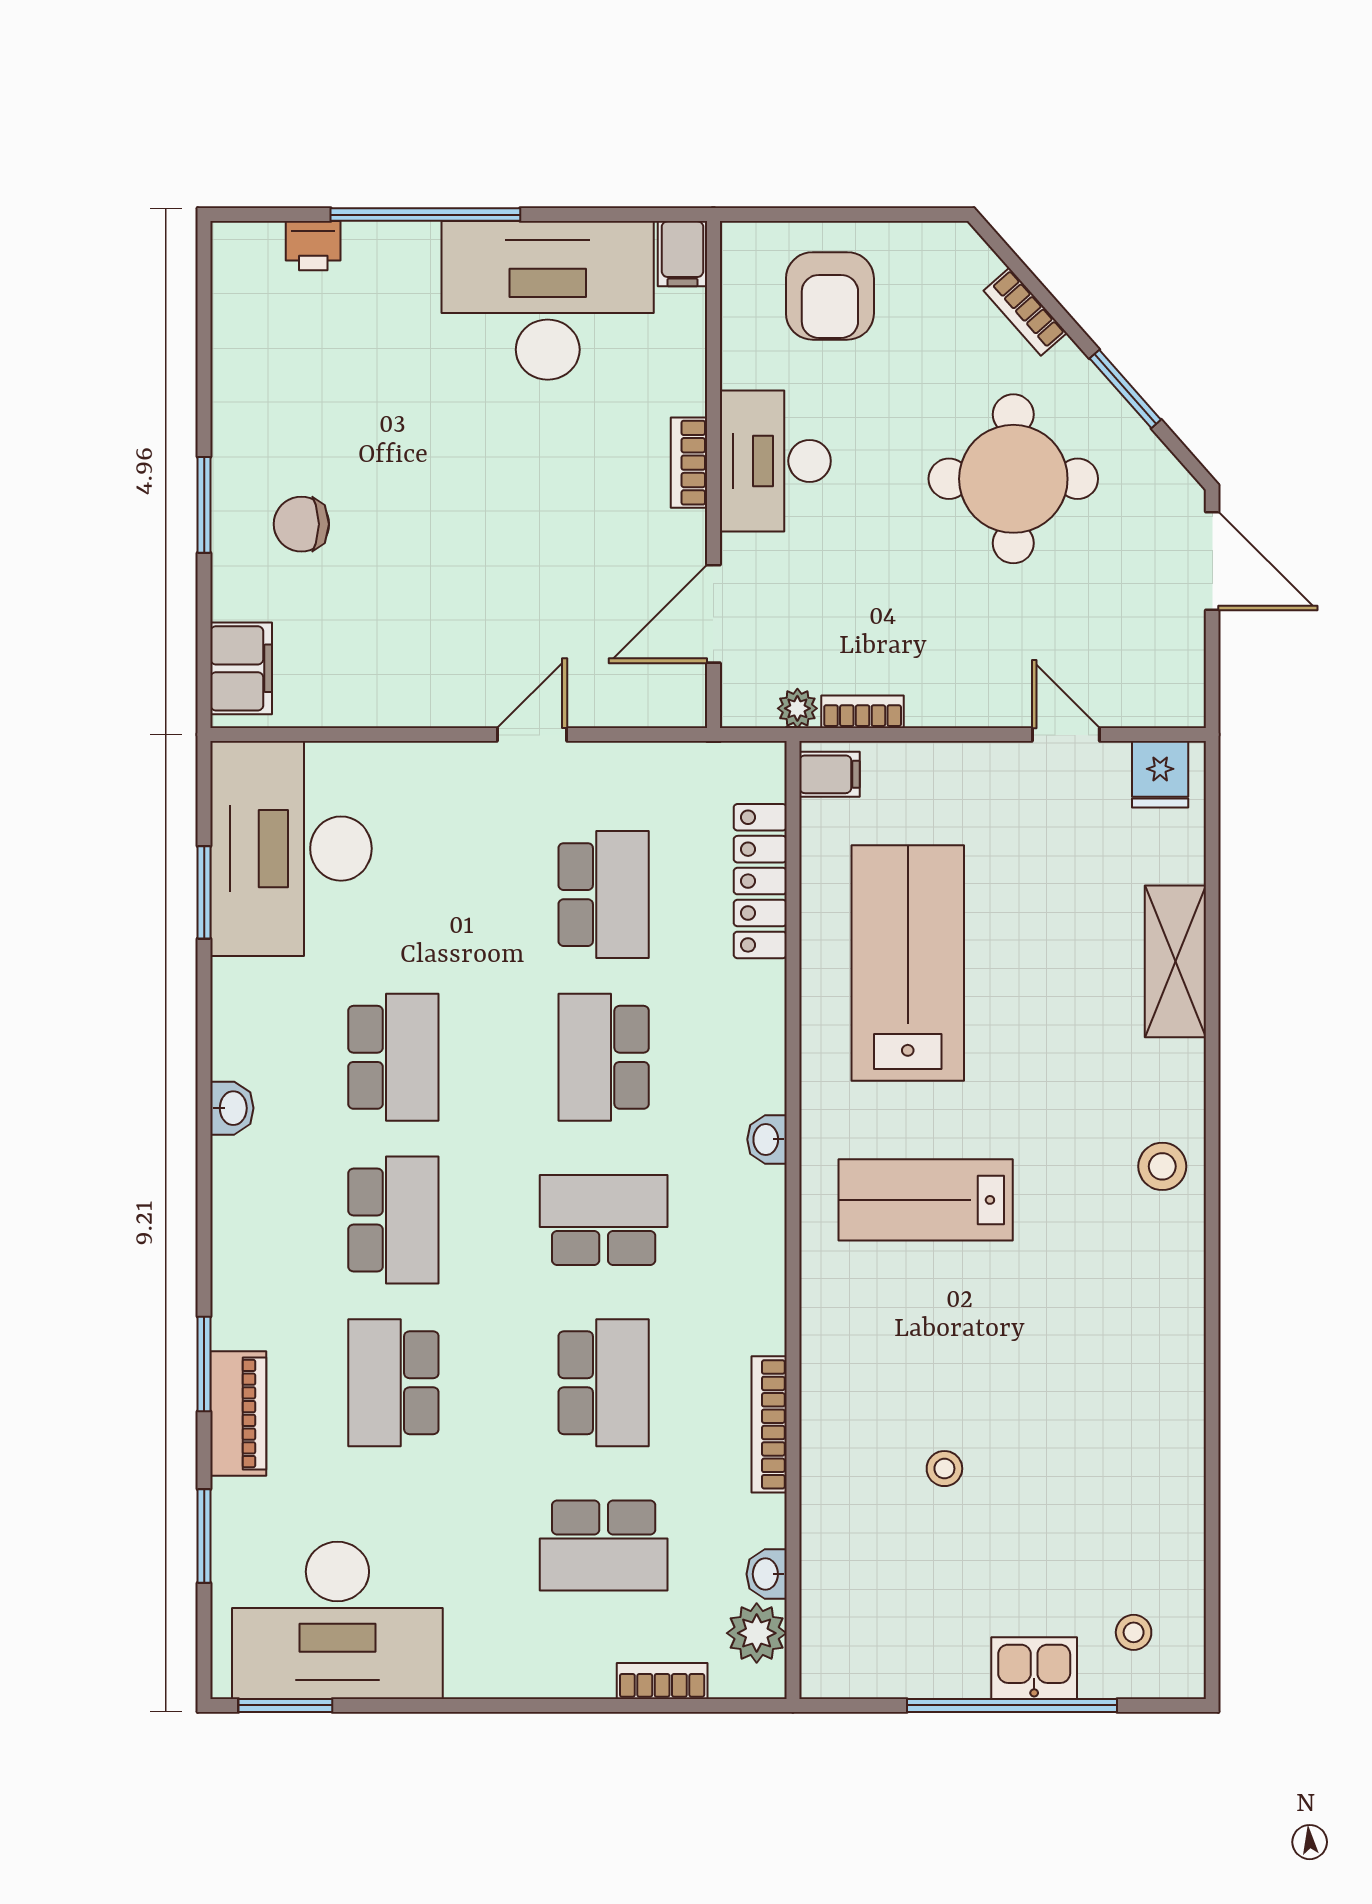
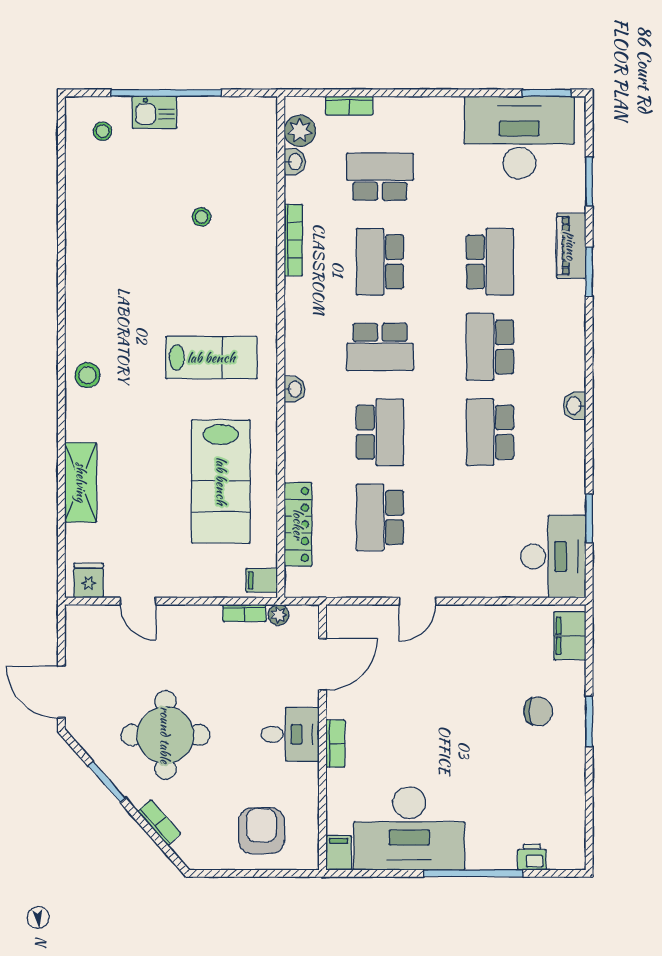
desk: (775, 461) -> (290, 734), width x0.73
desk: (291, 849) -> (553, 557), width x0.73, depth x0.77

